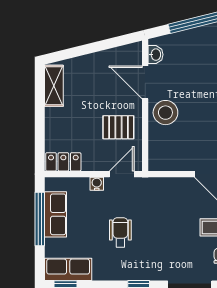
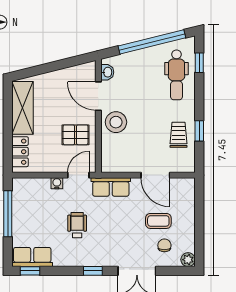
shelving: (54, 86) -> (23, 108), width x1.50, depth x1.33
locker: (63, 162) -> (20, 152), moved, turned 90
row of seats: (55, 214) -> (111, 187), moved, turned 90

